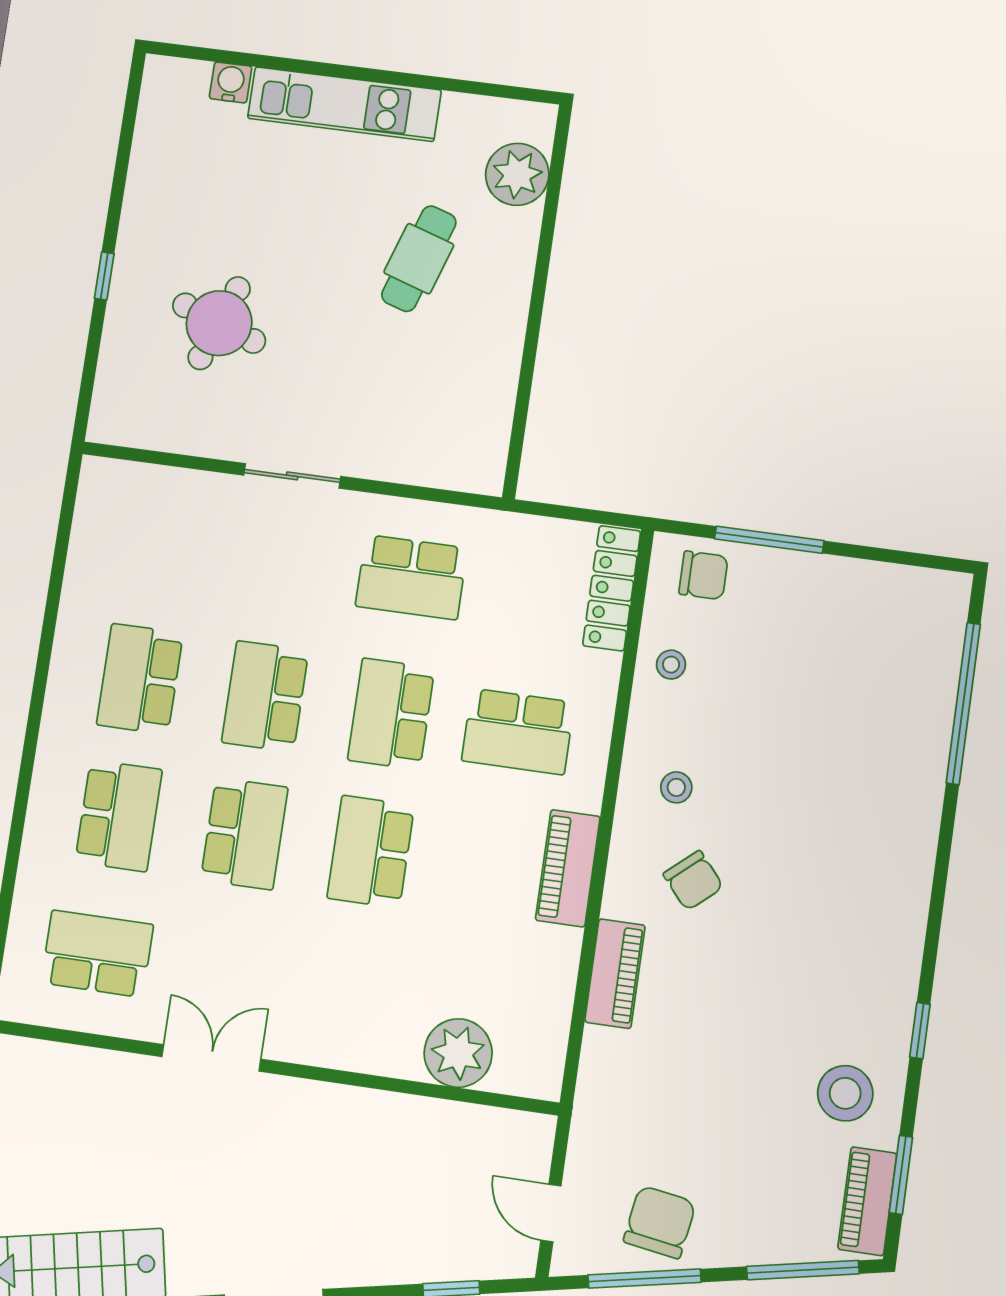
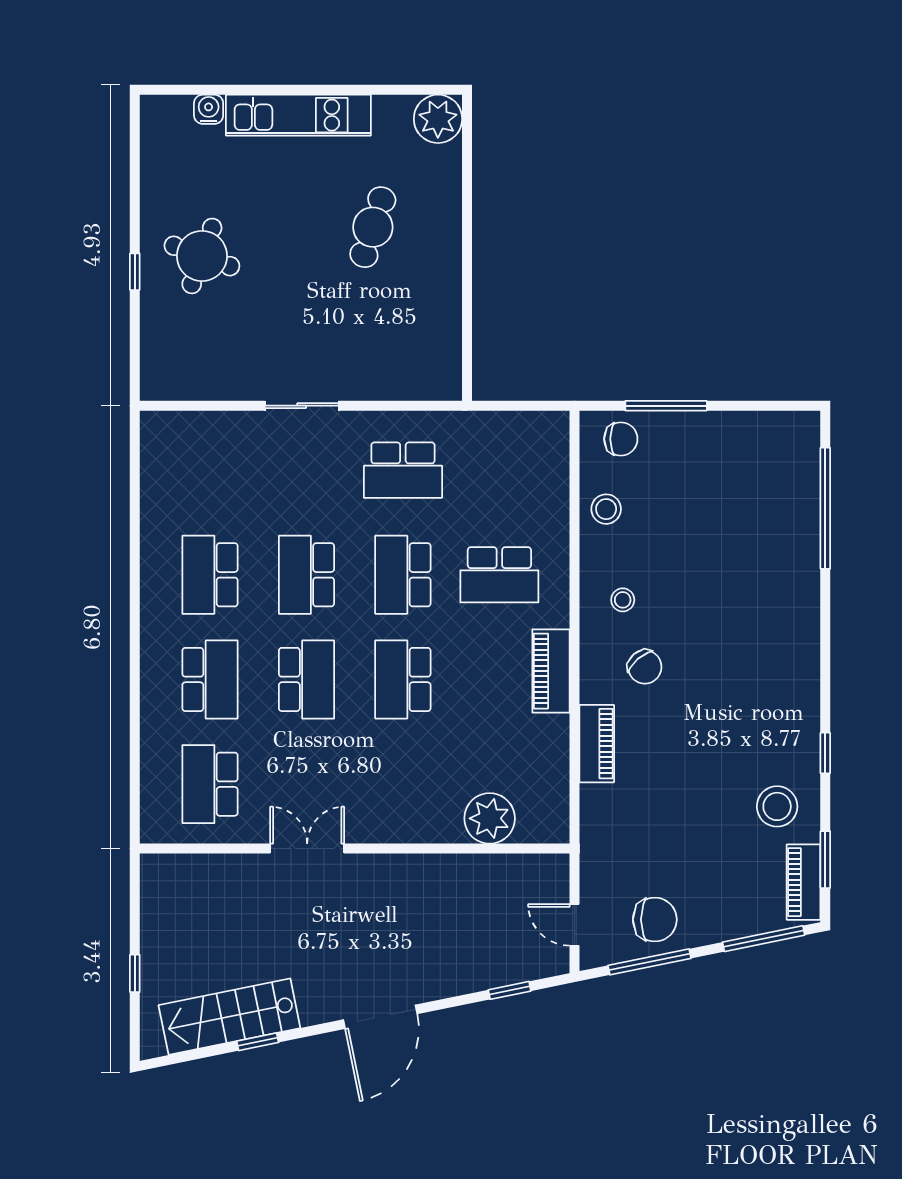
plant: (517, 174) -> (438, 119), moved
round table: (219, 323) -> (202, 256), moved
locker: (612, 588) -> (554, 458), removed
stool: (671, 665) -> (606, 509), width x1.37, depth x1.37
school desk: (97, 954) -> (210, 784), turned -90
chair: (660, 1222) -> (655, 920), turned 81

